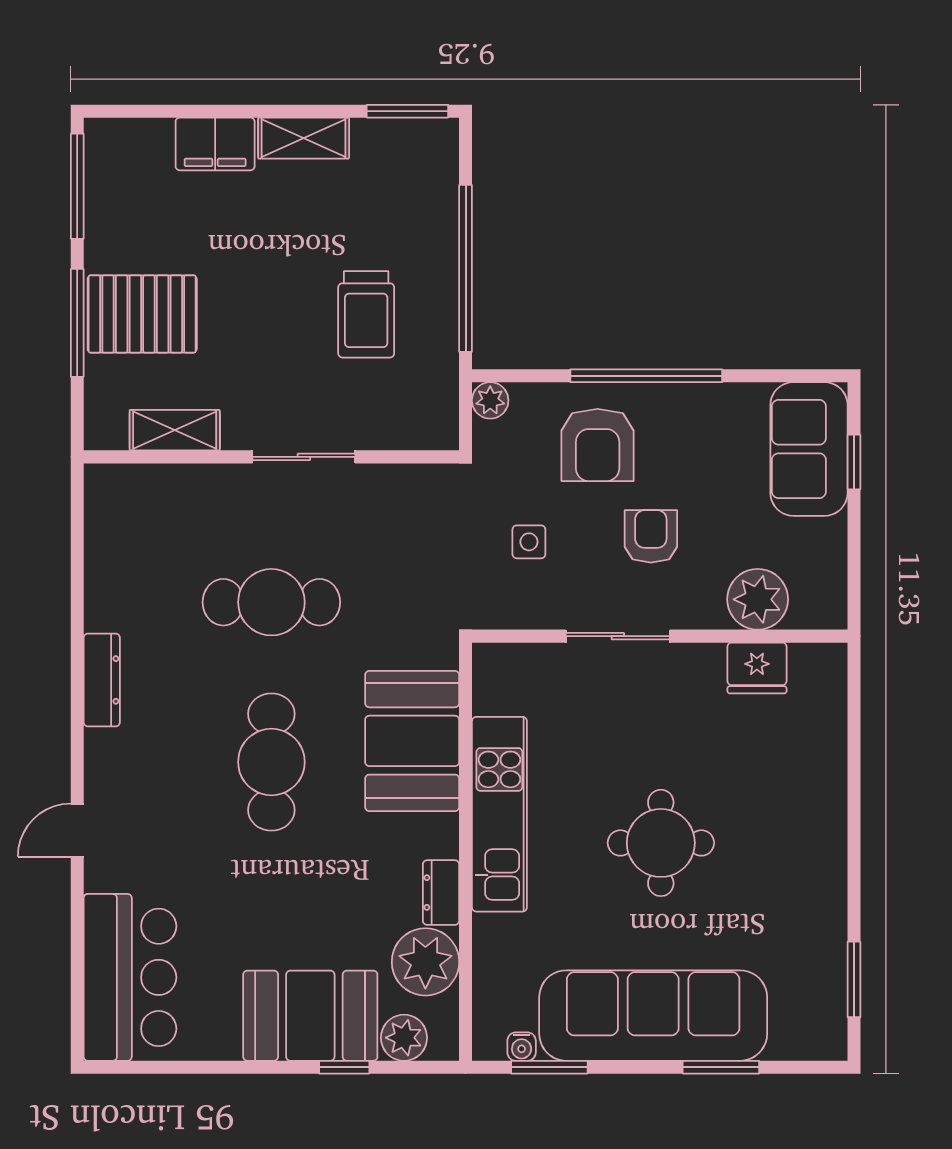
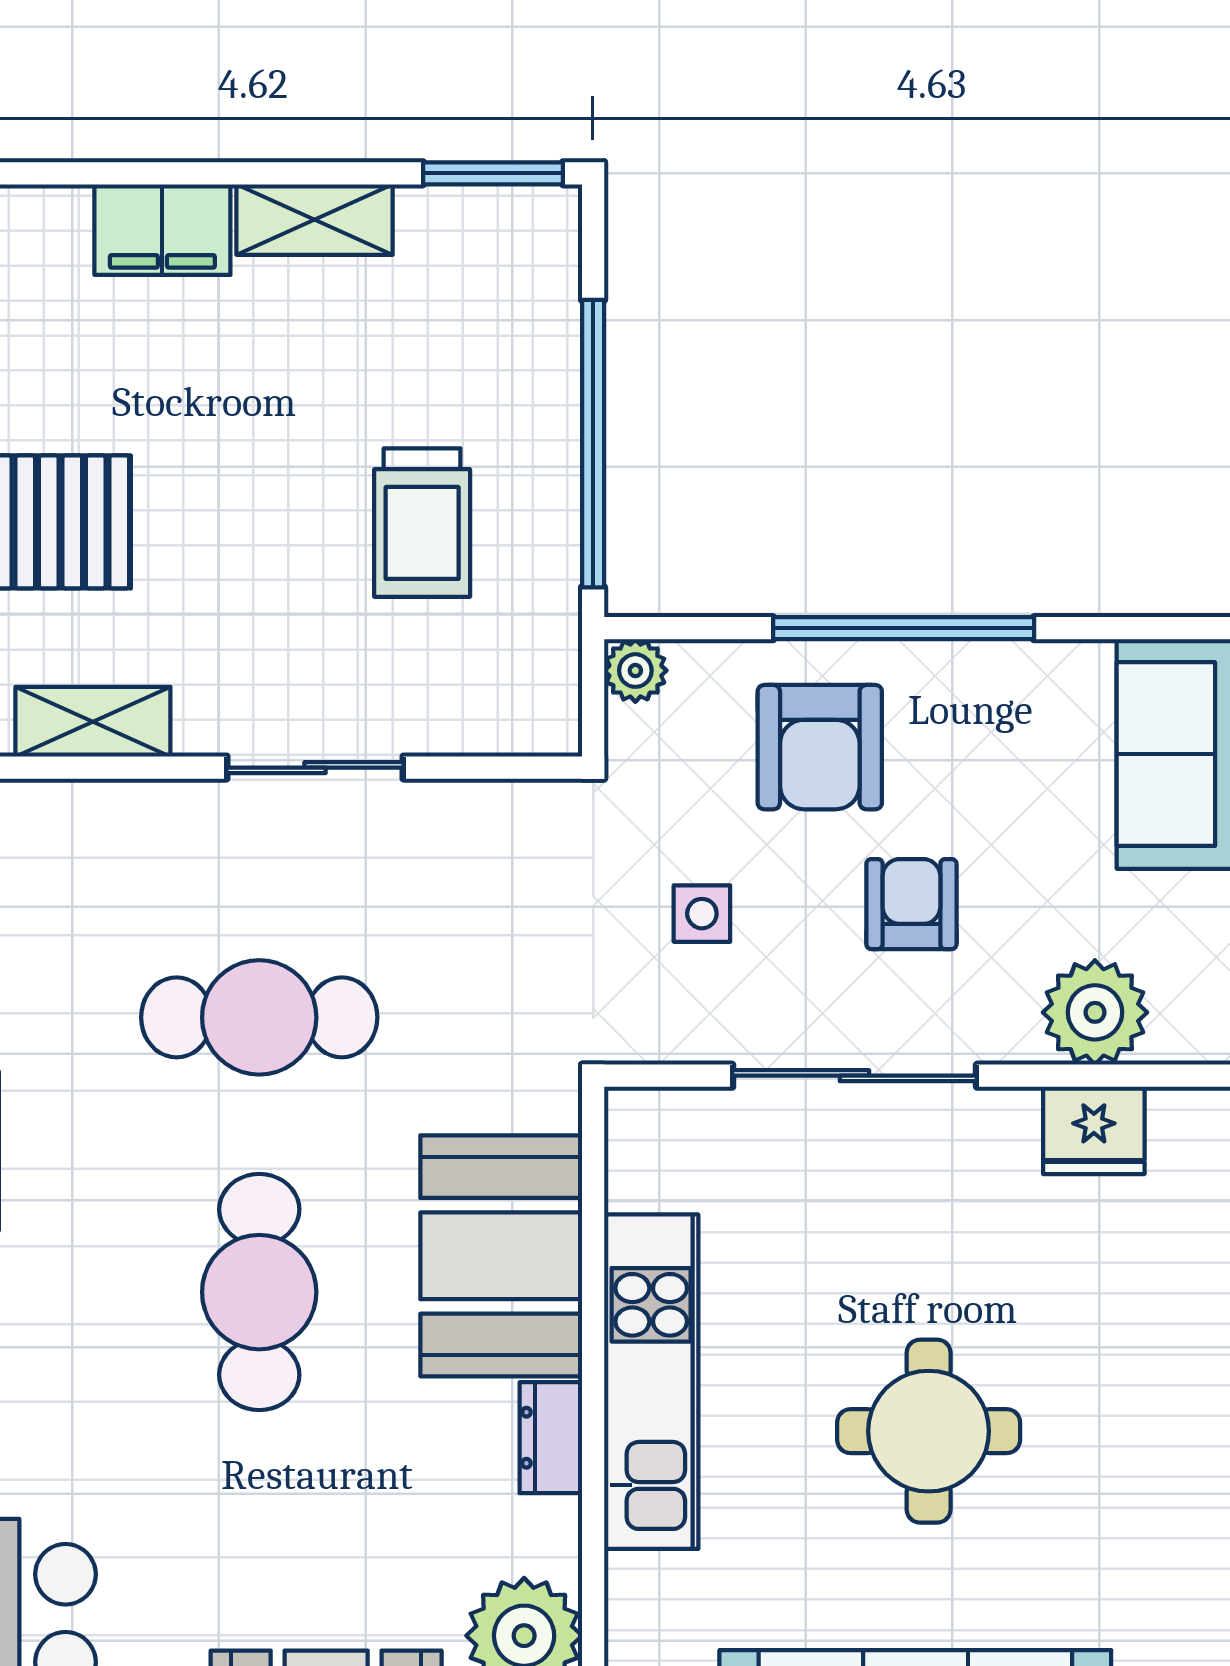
sliding door: (618, 636) -> (855, 1076), width x1.37
dresser: (441, 893) -> (551, 1438), moved

